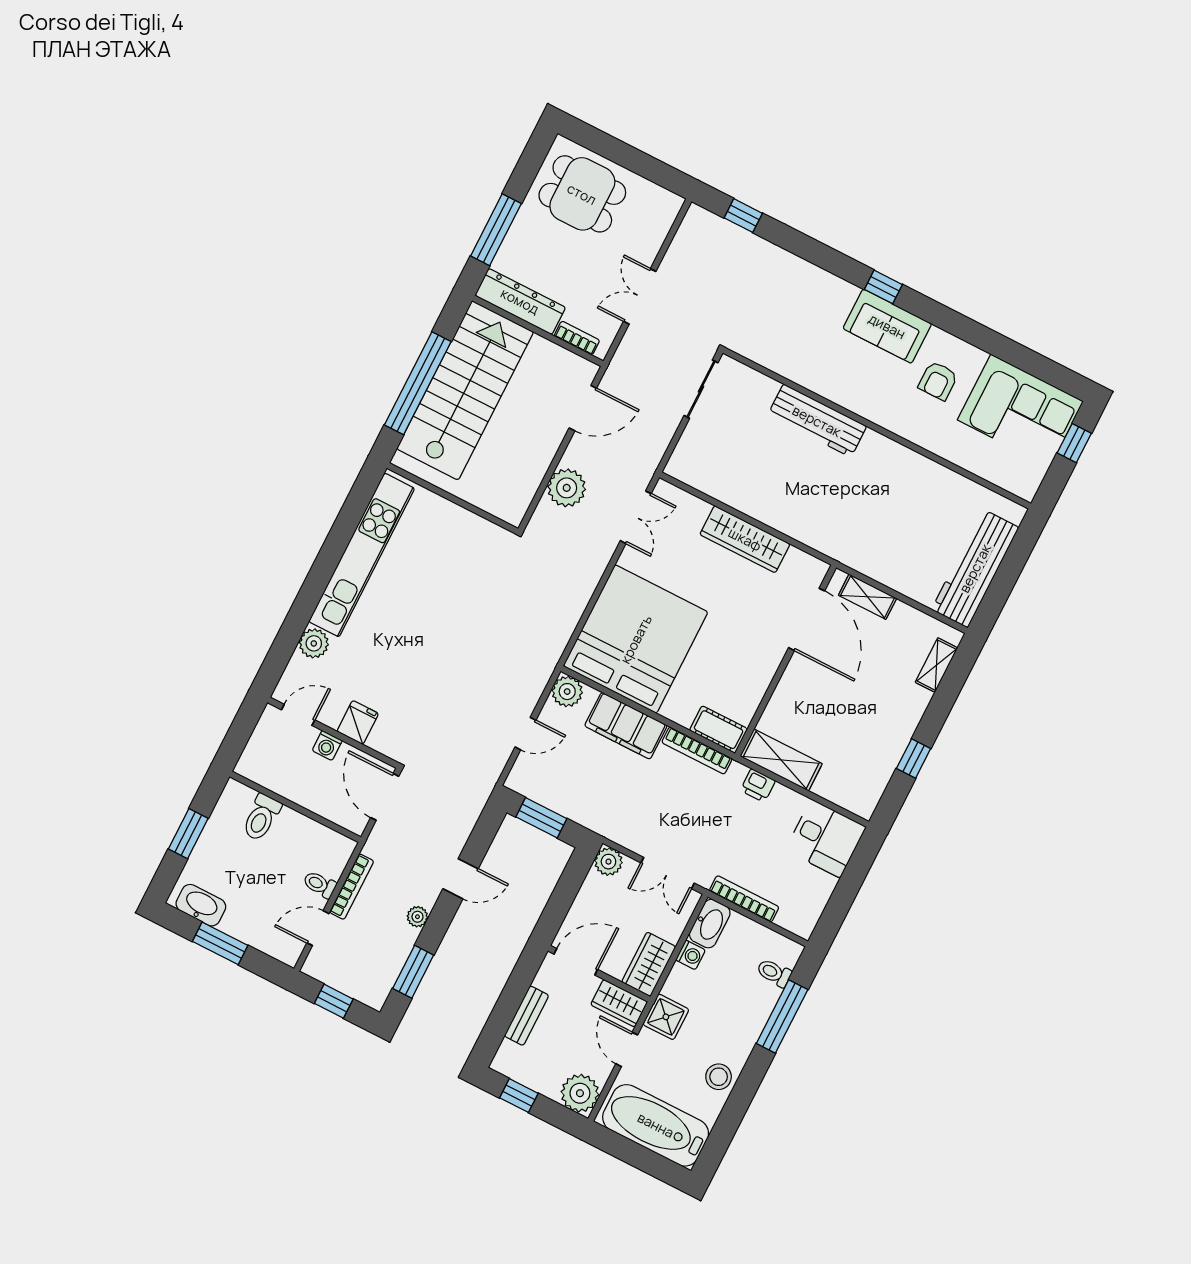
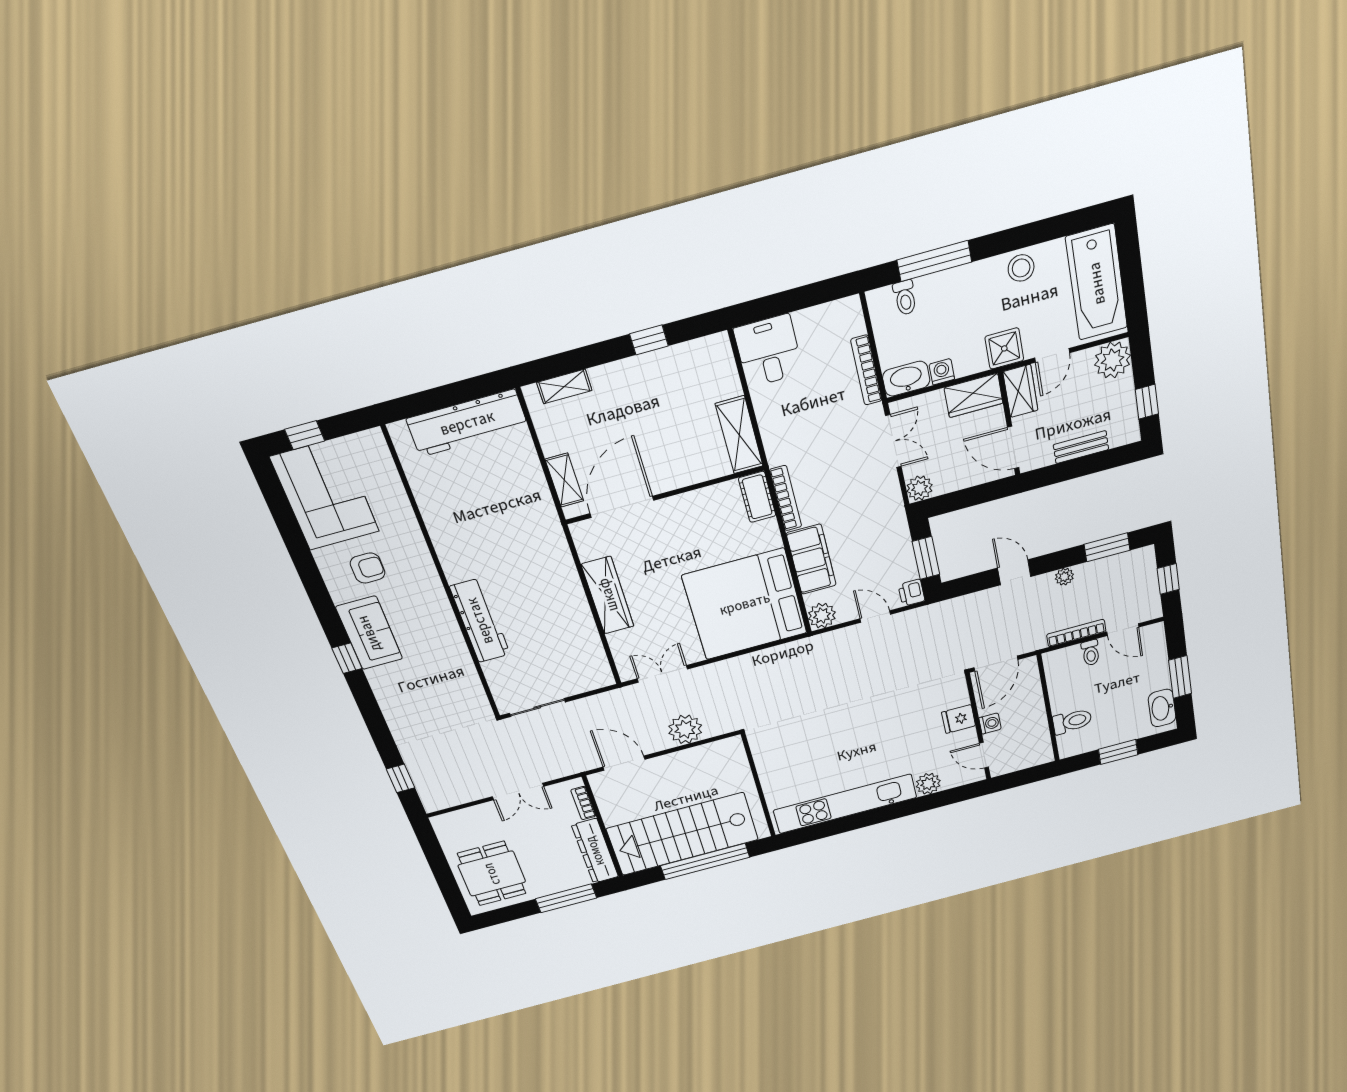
printer: (758, 785) -> (911, 593), moved, turned 180

